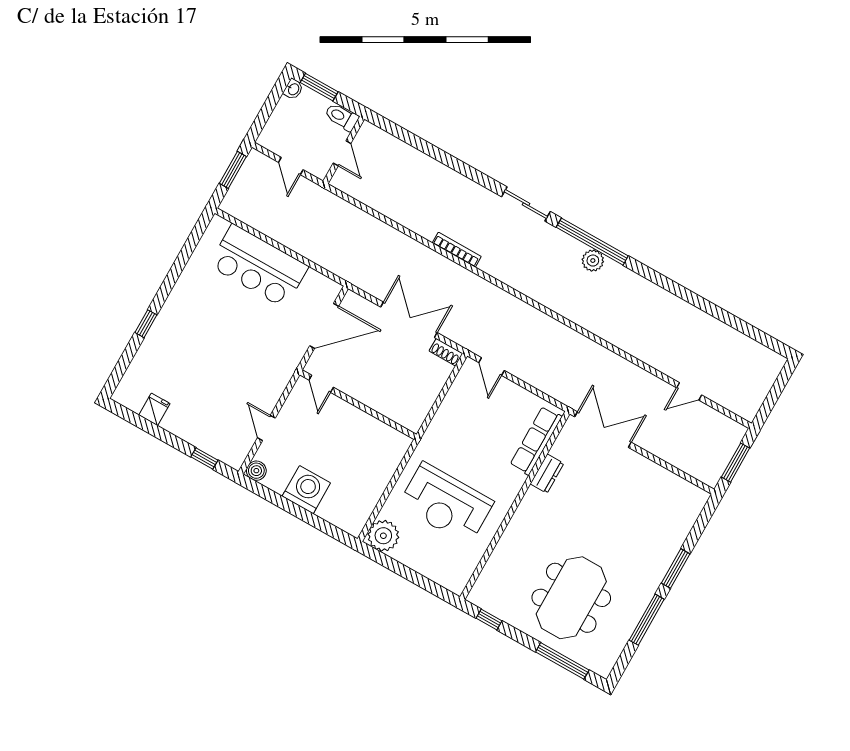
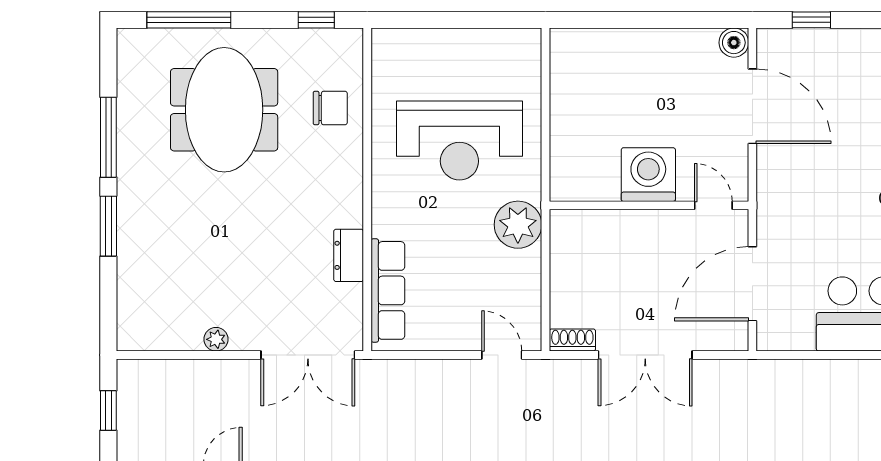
door: (266, 428) -> (752, 106), width x1.88
window: (736, 463) -> (108, 410), width x0.67
plant: (651, 468) -> (216, 339), added
washing machine: (306, 490) -> (648, 175), moved, turned 180
reception desk: (446, 504) -> (459, 141), turned 180
plant: (383, 536) -> (518, 225), moved
chair: (510, 564) -> (330, 108), added

